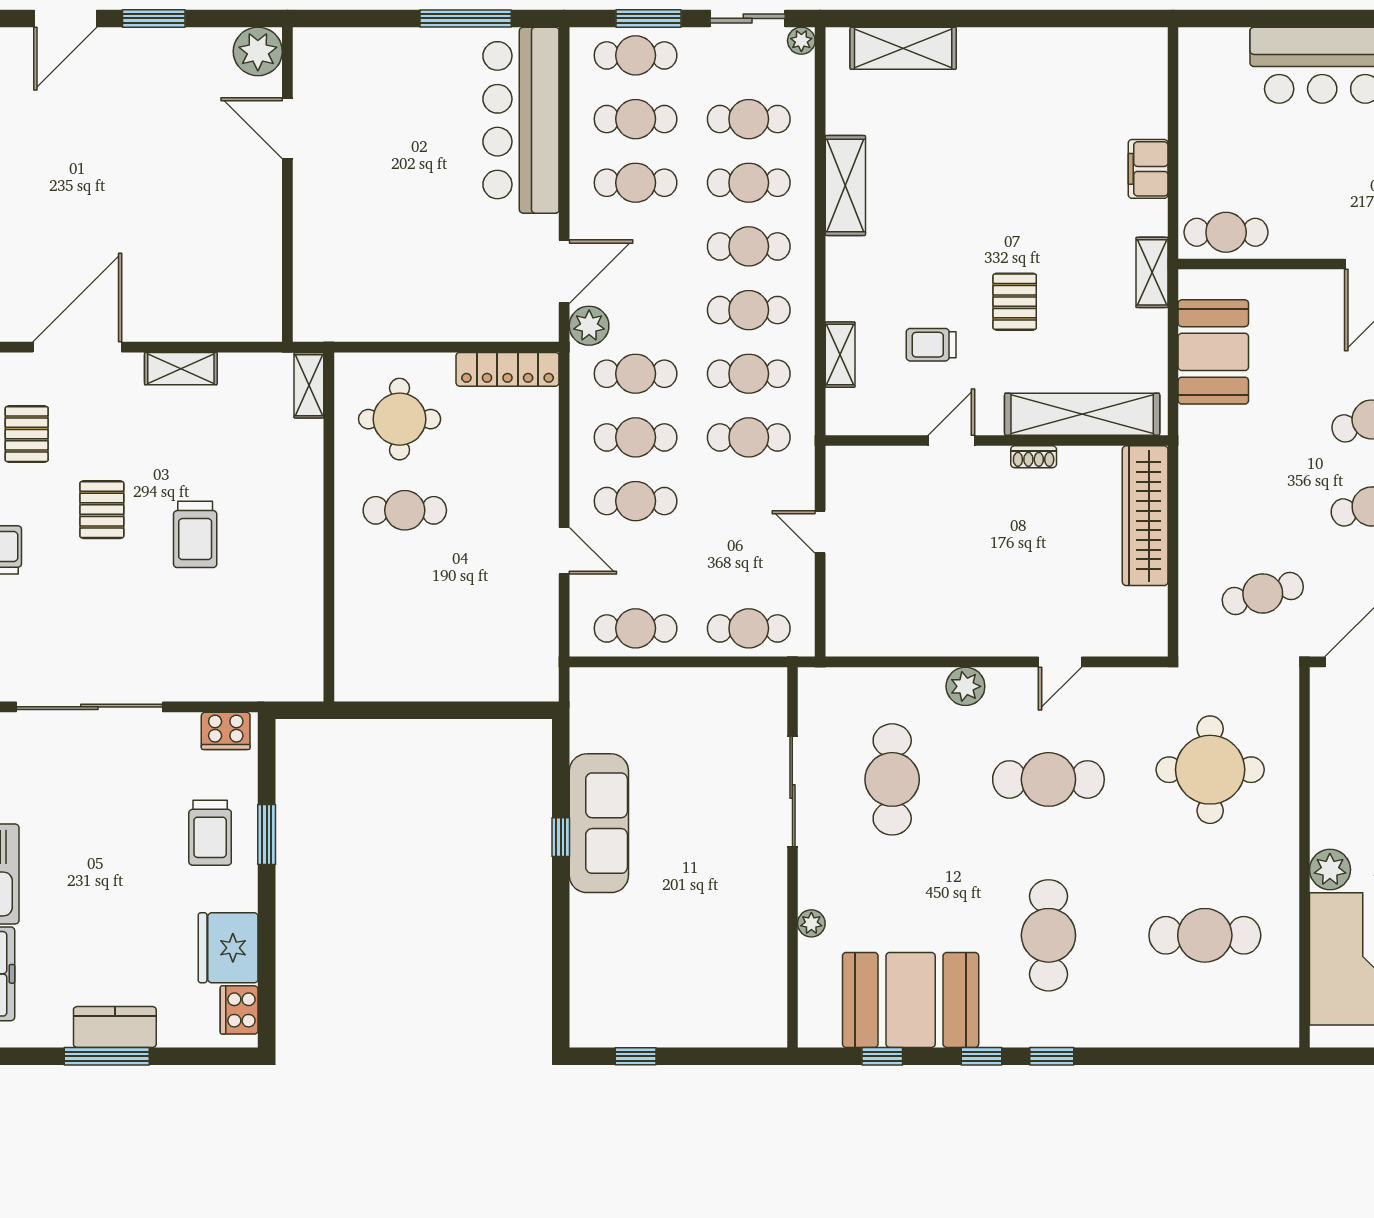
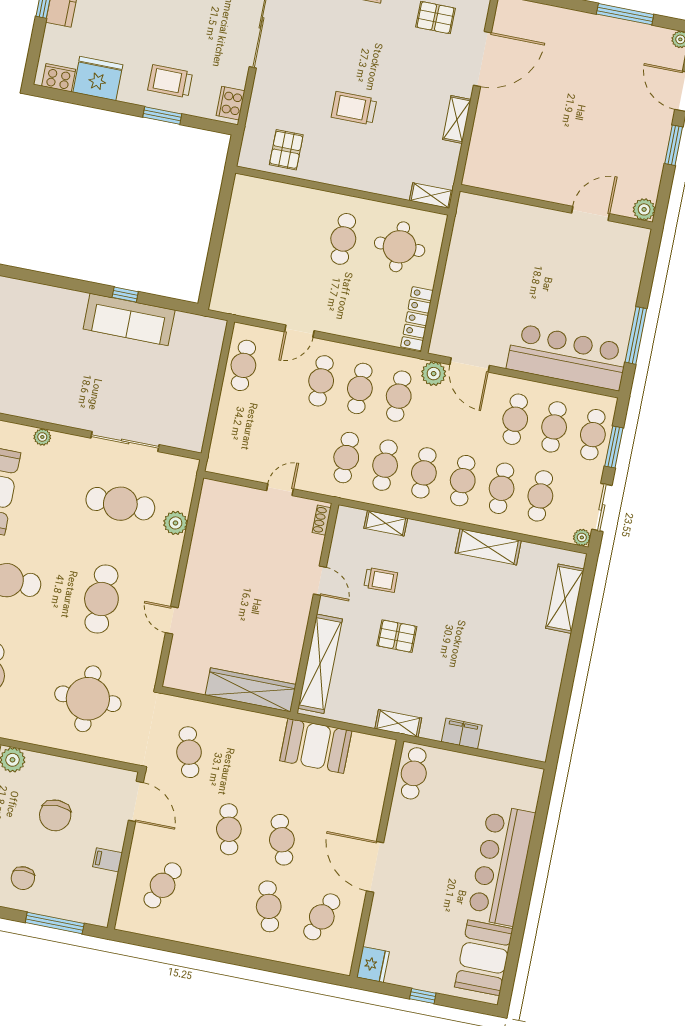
plant: (258, 51) -> (644, 209), width x0.73, depth x0.73
trolley: (931, 345) -> (381, 580), turned 89
door: (77, 347) -> (482, 59), hinge flipped
booth: (1213, 352) -> (316, 746), moved
shoe rack: (1034, 457) -> (322, 520), moved
pallet: (102, 510) -> (286, 150), moved, turned 90
cafe table: (749, 628) -> (230, 434), removed
plant: (965, 686) -> (175, 523), moved

